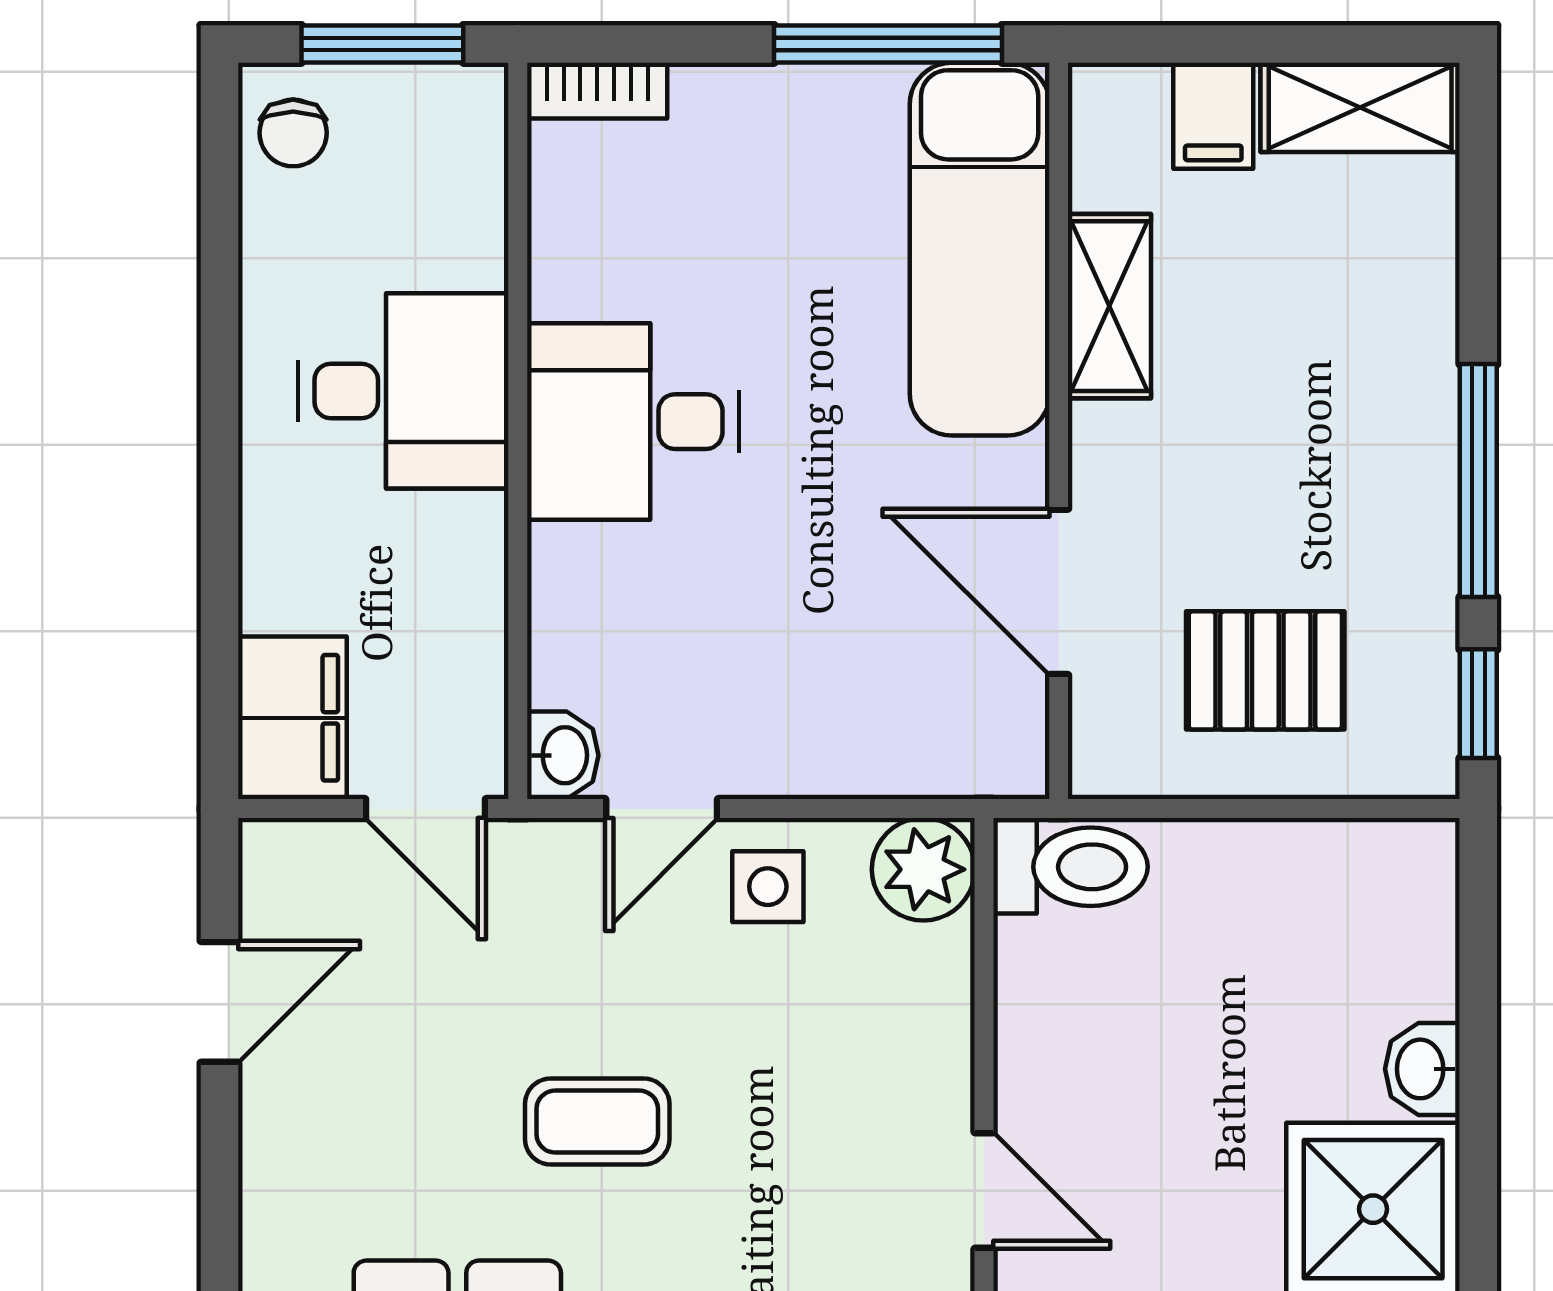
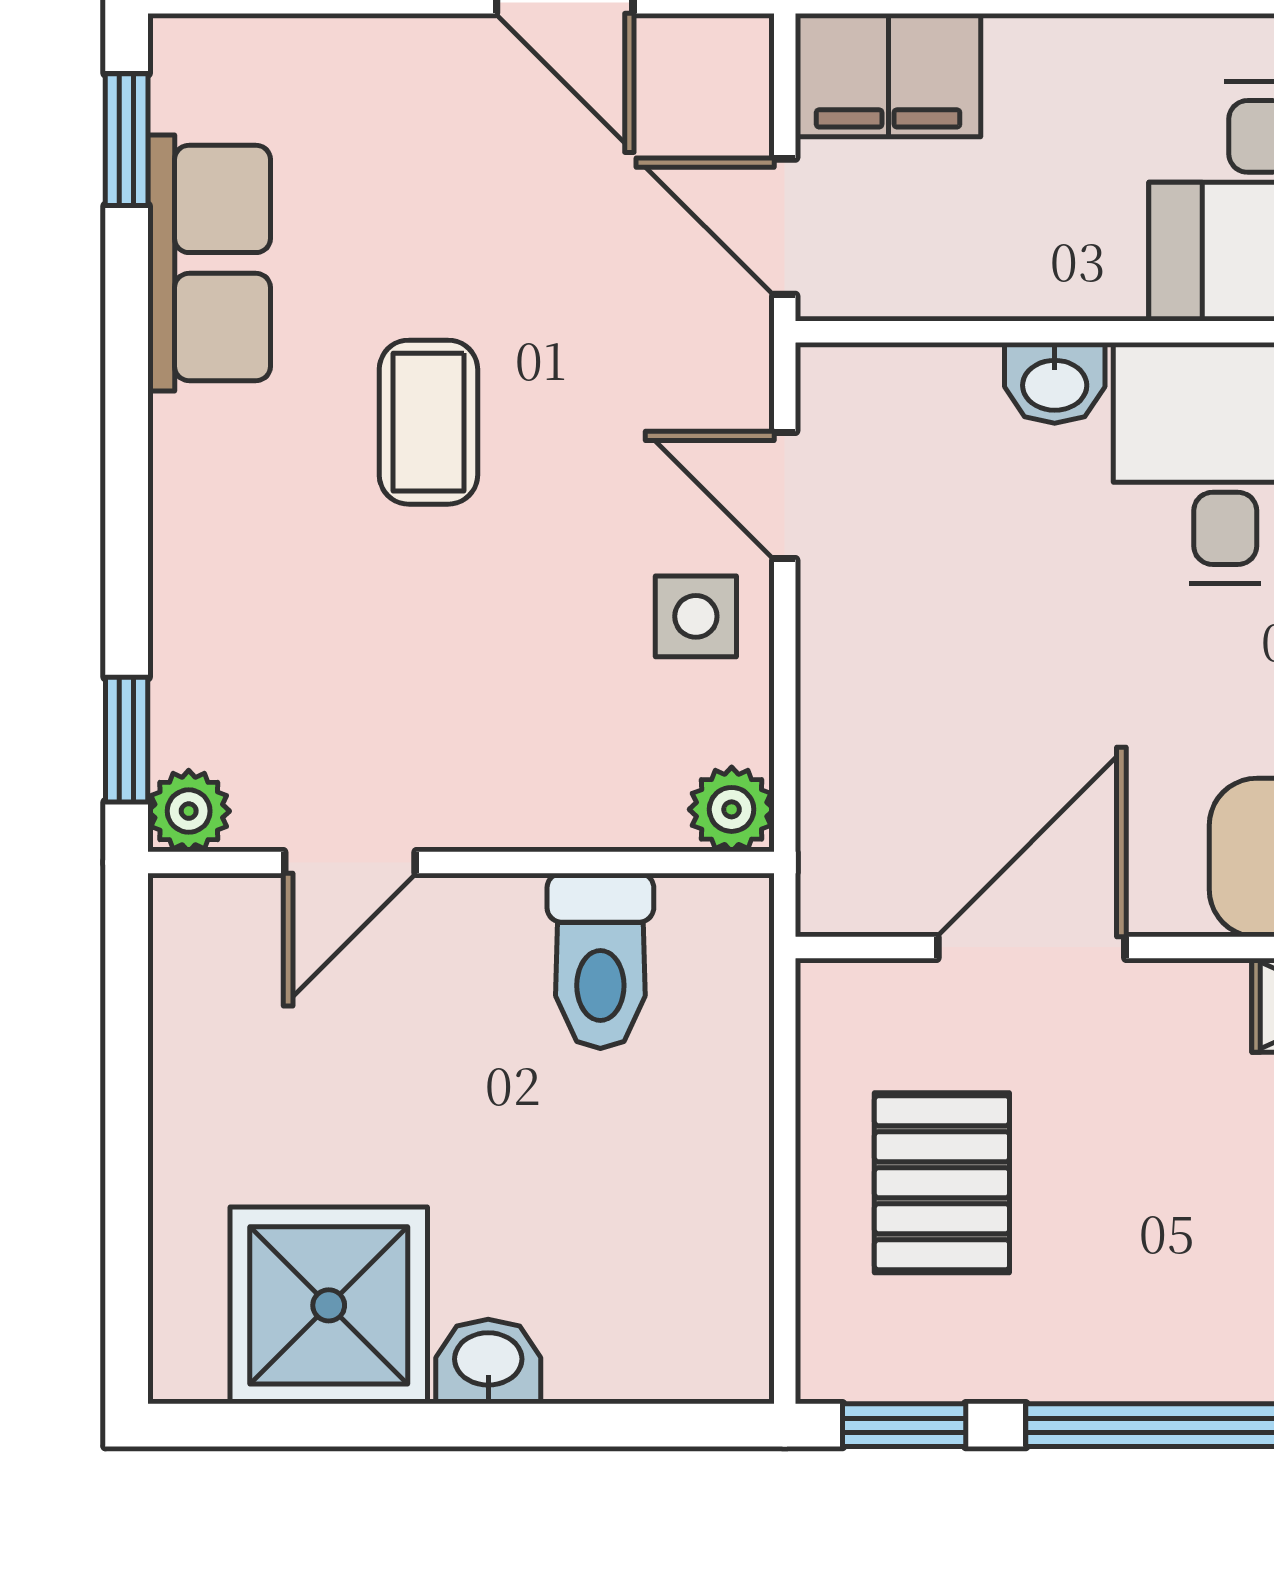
washbasin: (563, 755) -> (1055, 383), moved
door: (426, 809) -> (785, 227), hinge flipped
toilet: (1070, 867) -> (600, 961), moved
plant: (923, 869) -> (732, 809), width x0.73, depth x0.73

